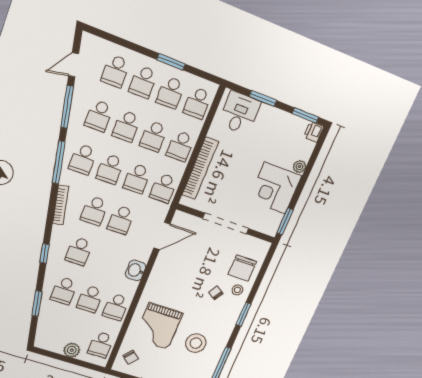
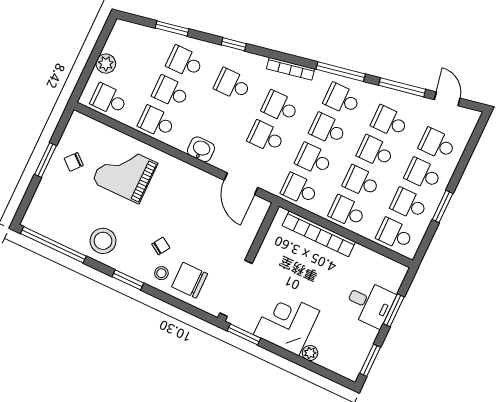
desk: (239, 113) -> (370, 303), moved
printer: (314, 132) -> (350, 370), removed
doorway: (226, 223) -> (236, 288), moved
stool: (196, 343) -> (103, 241), moved
chair: (131, 357) -> (74, 162), moved

